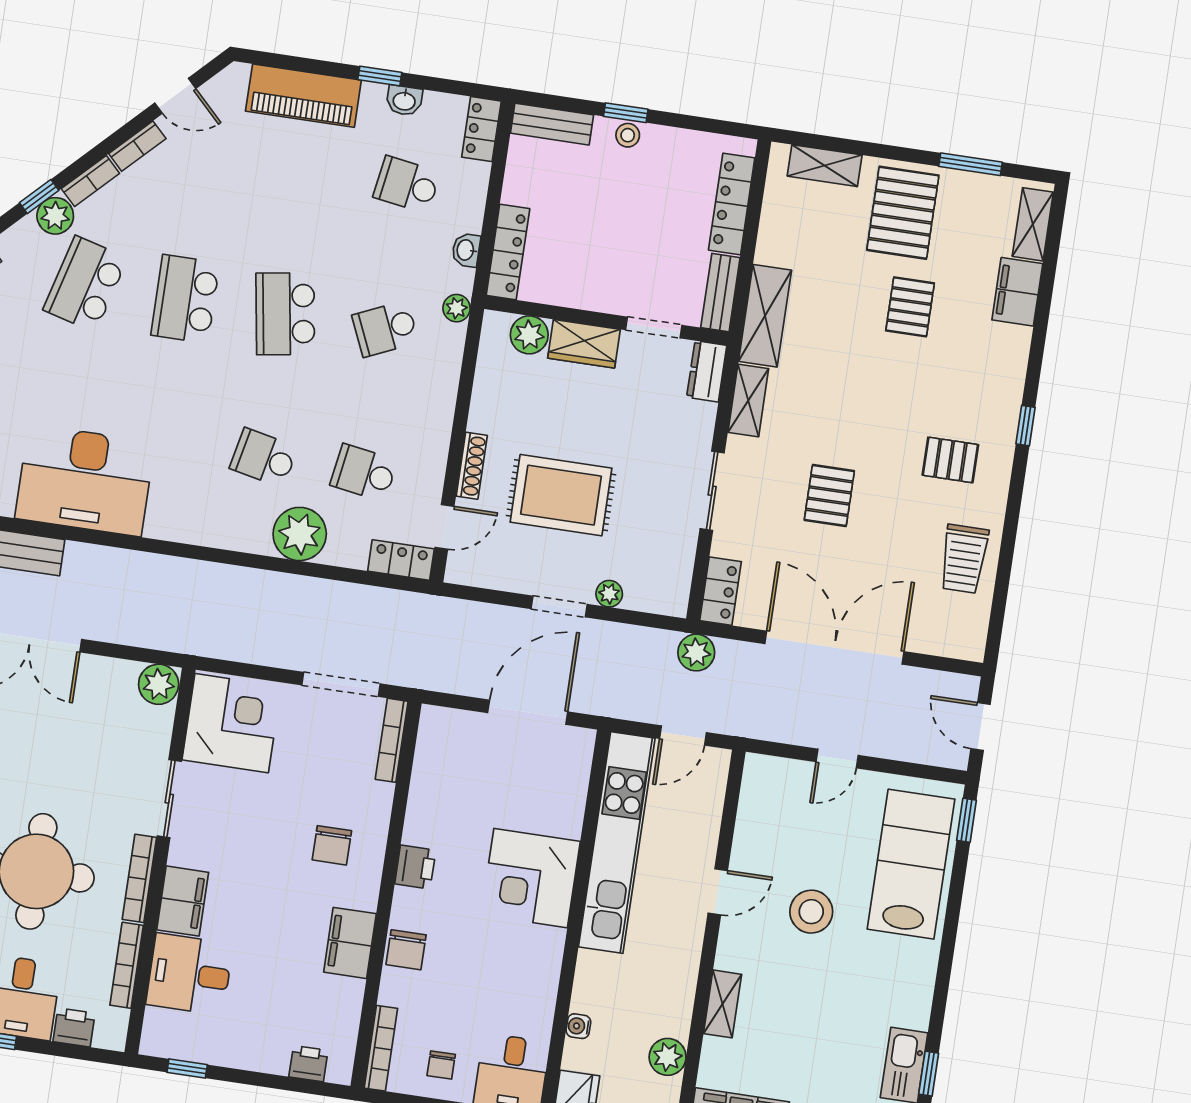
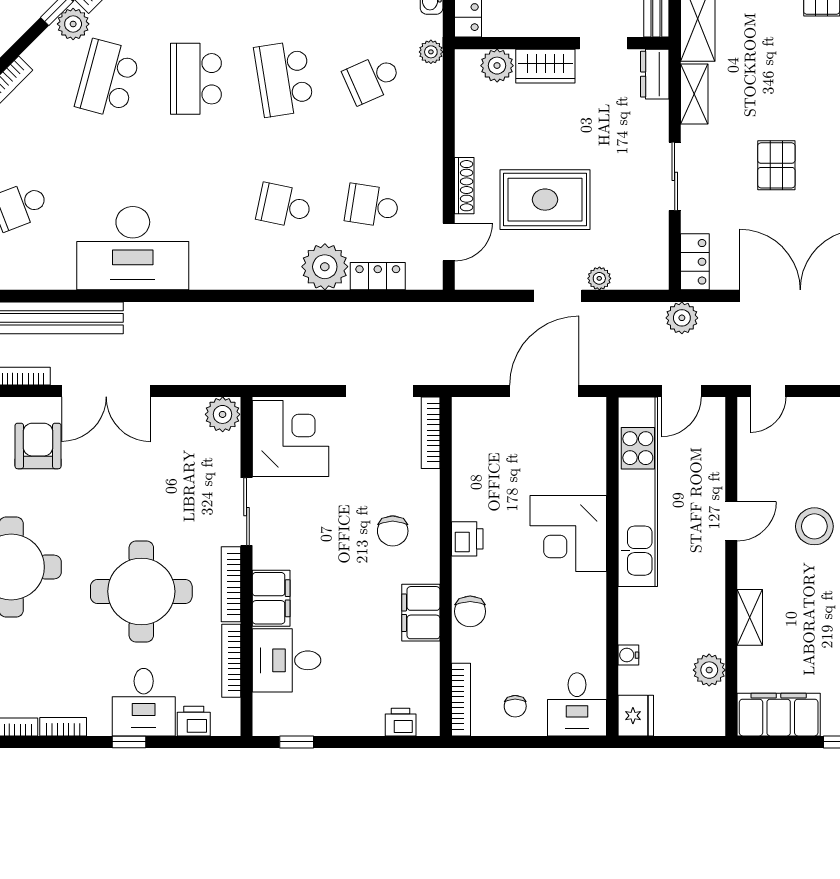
locker: (401, 560) -> (378, 276), moved
door: (837, 759) -> (768, 391), moved

